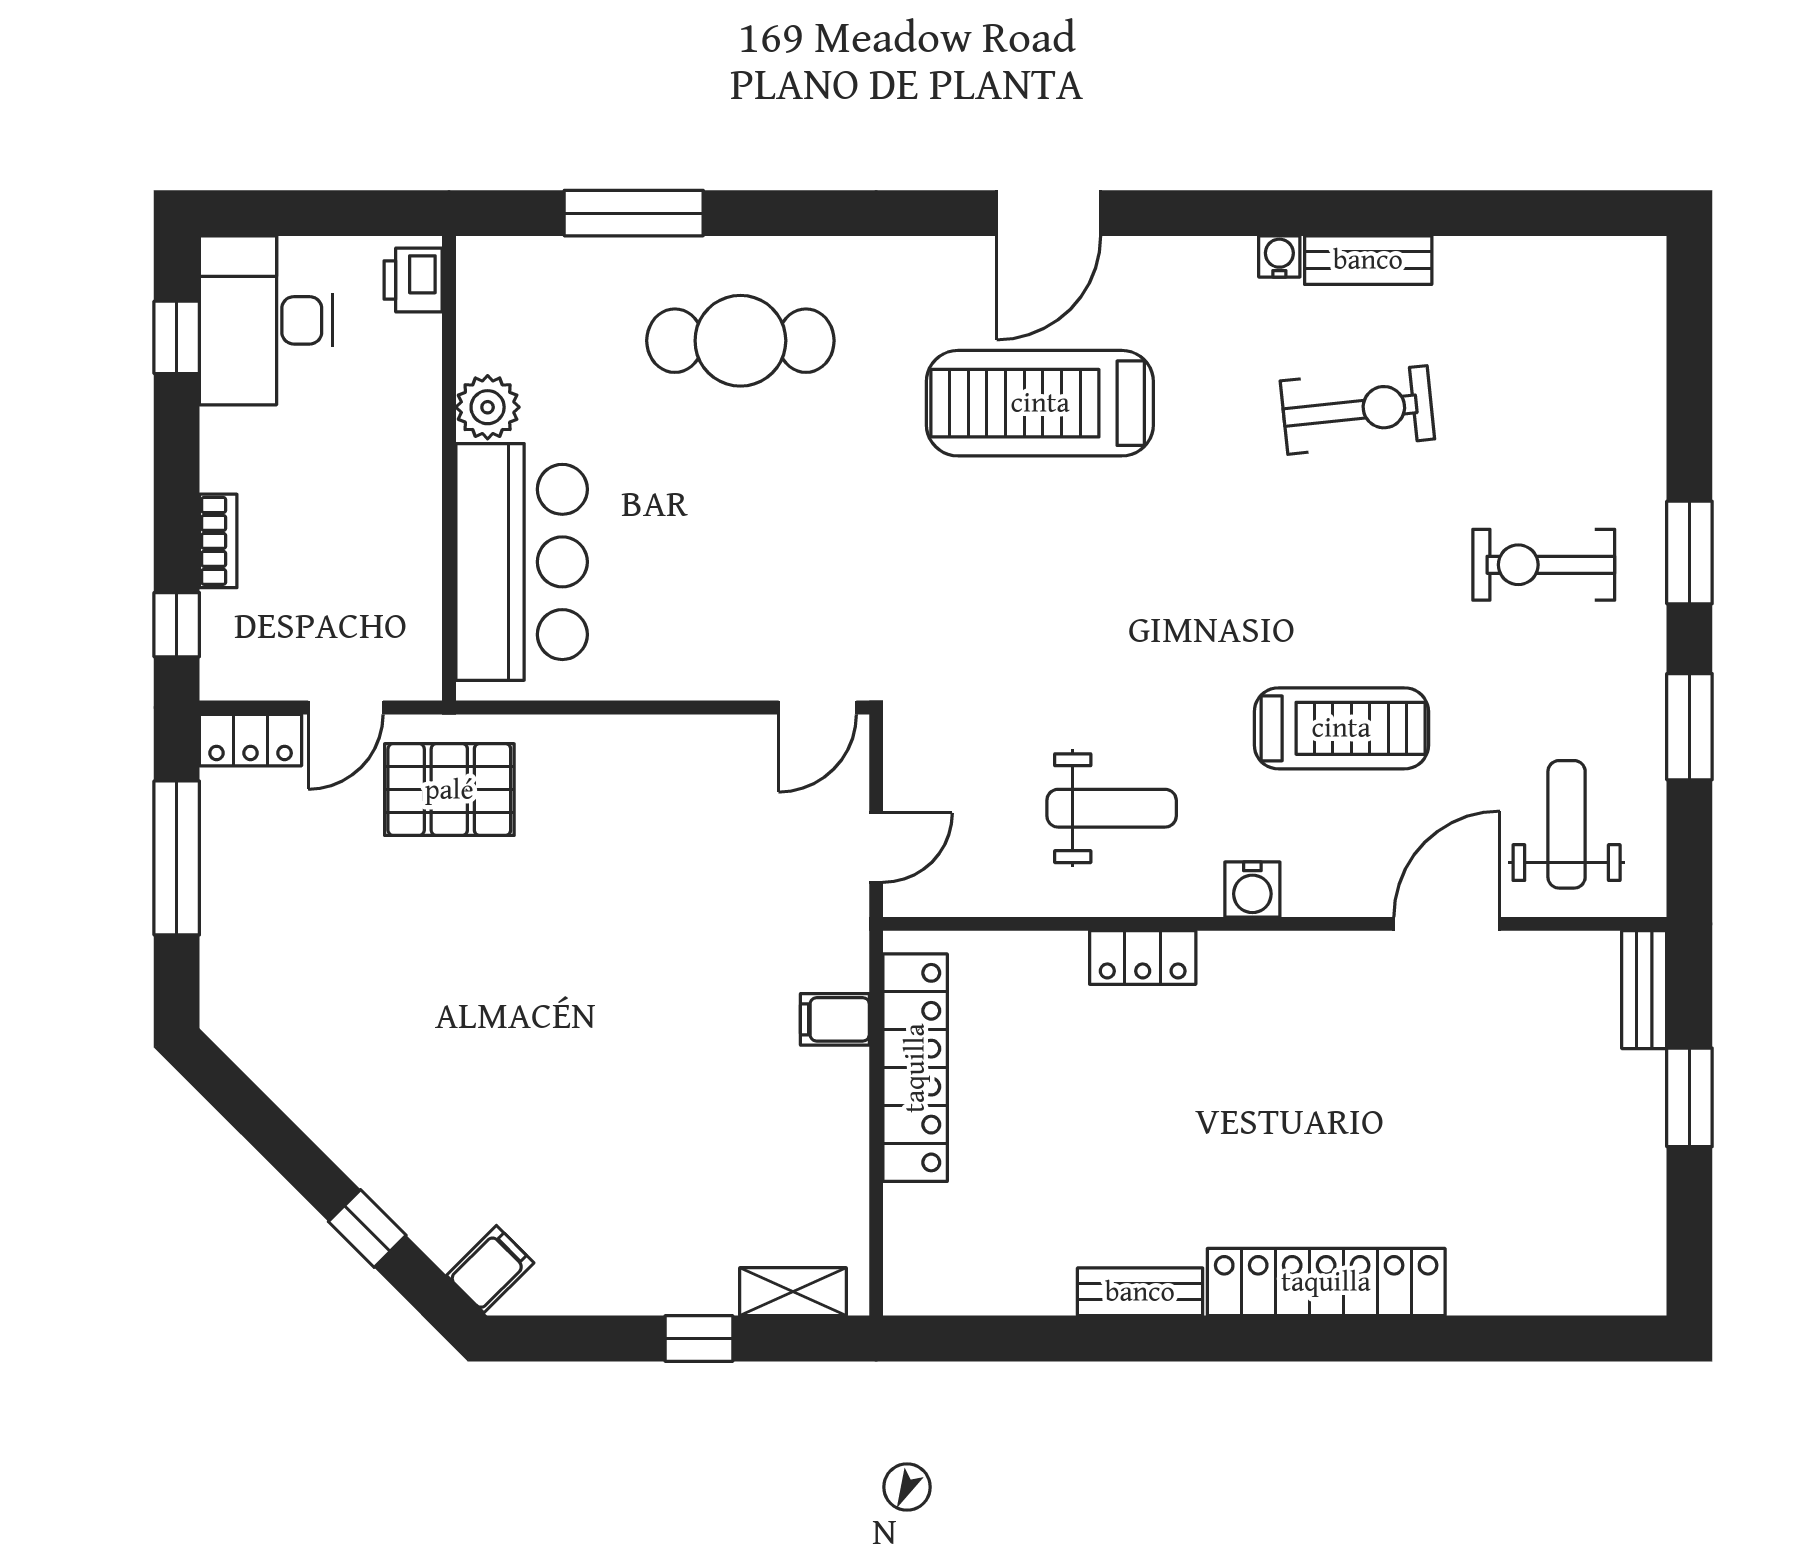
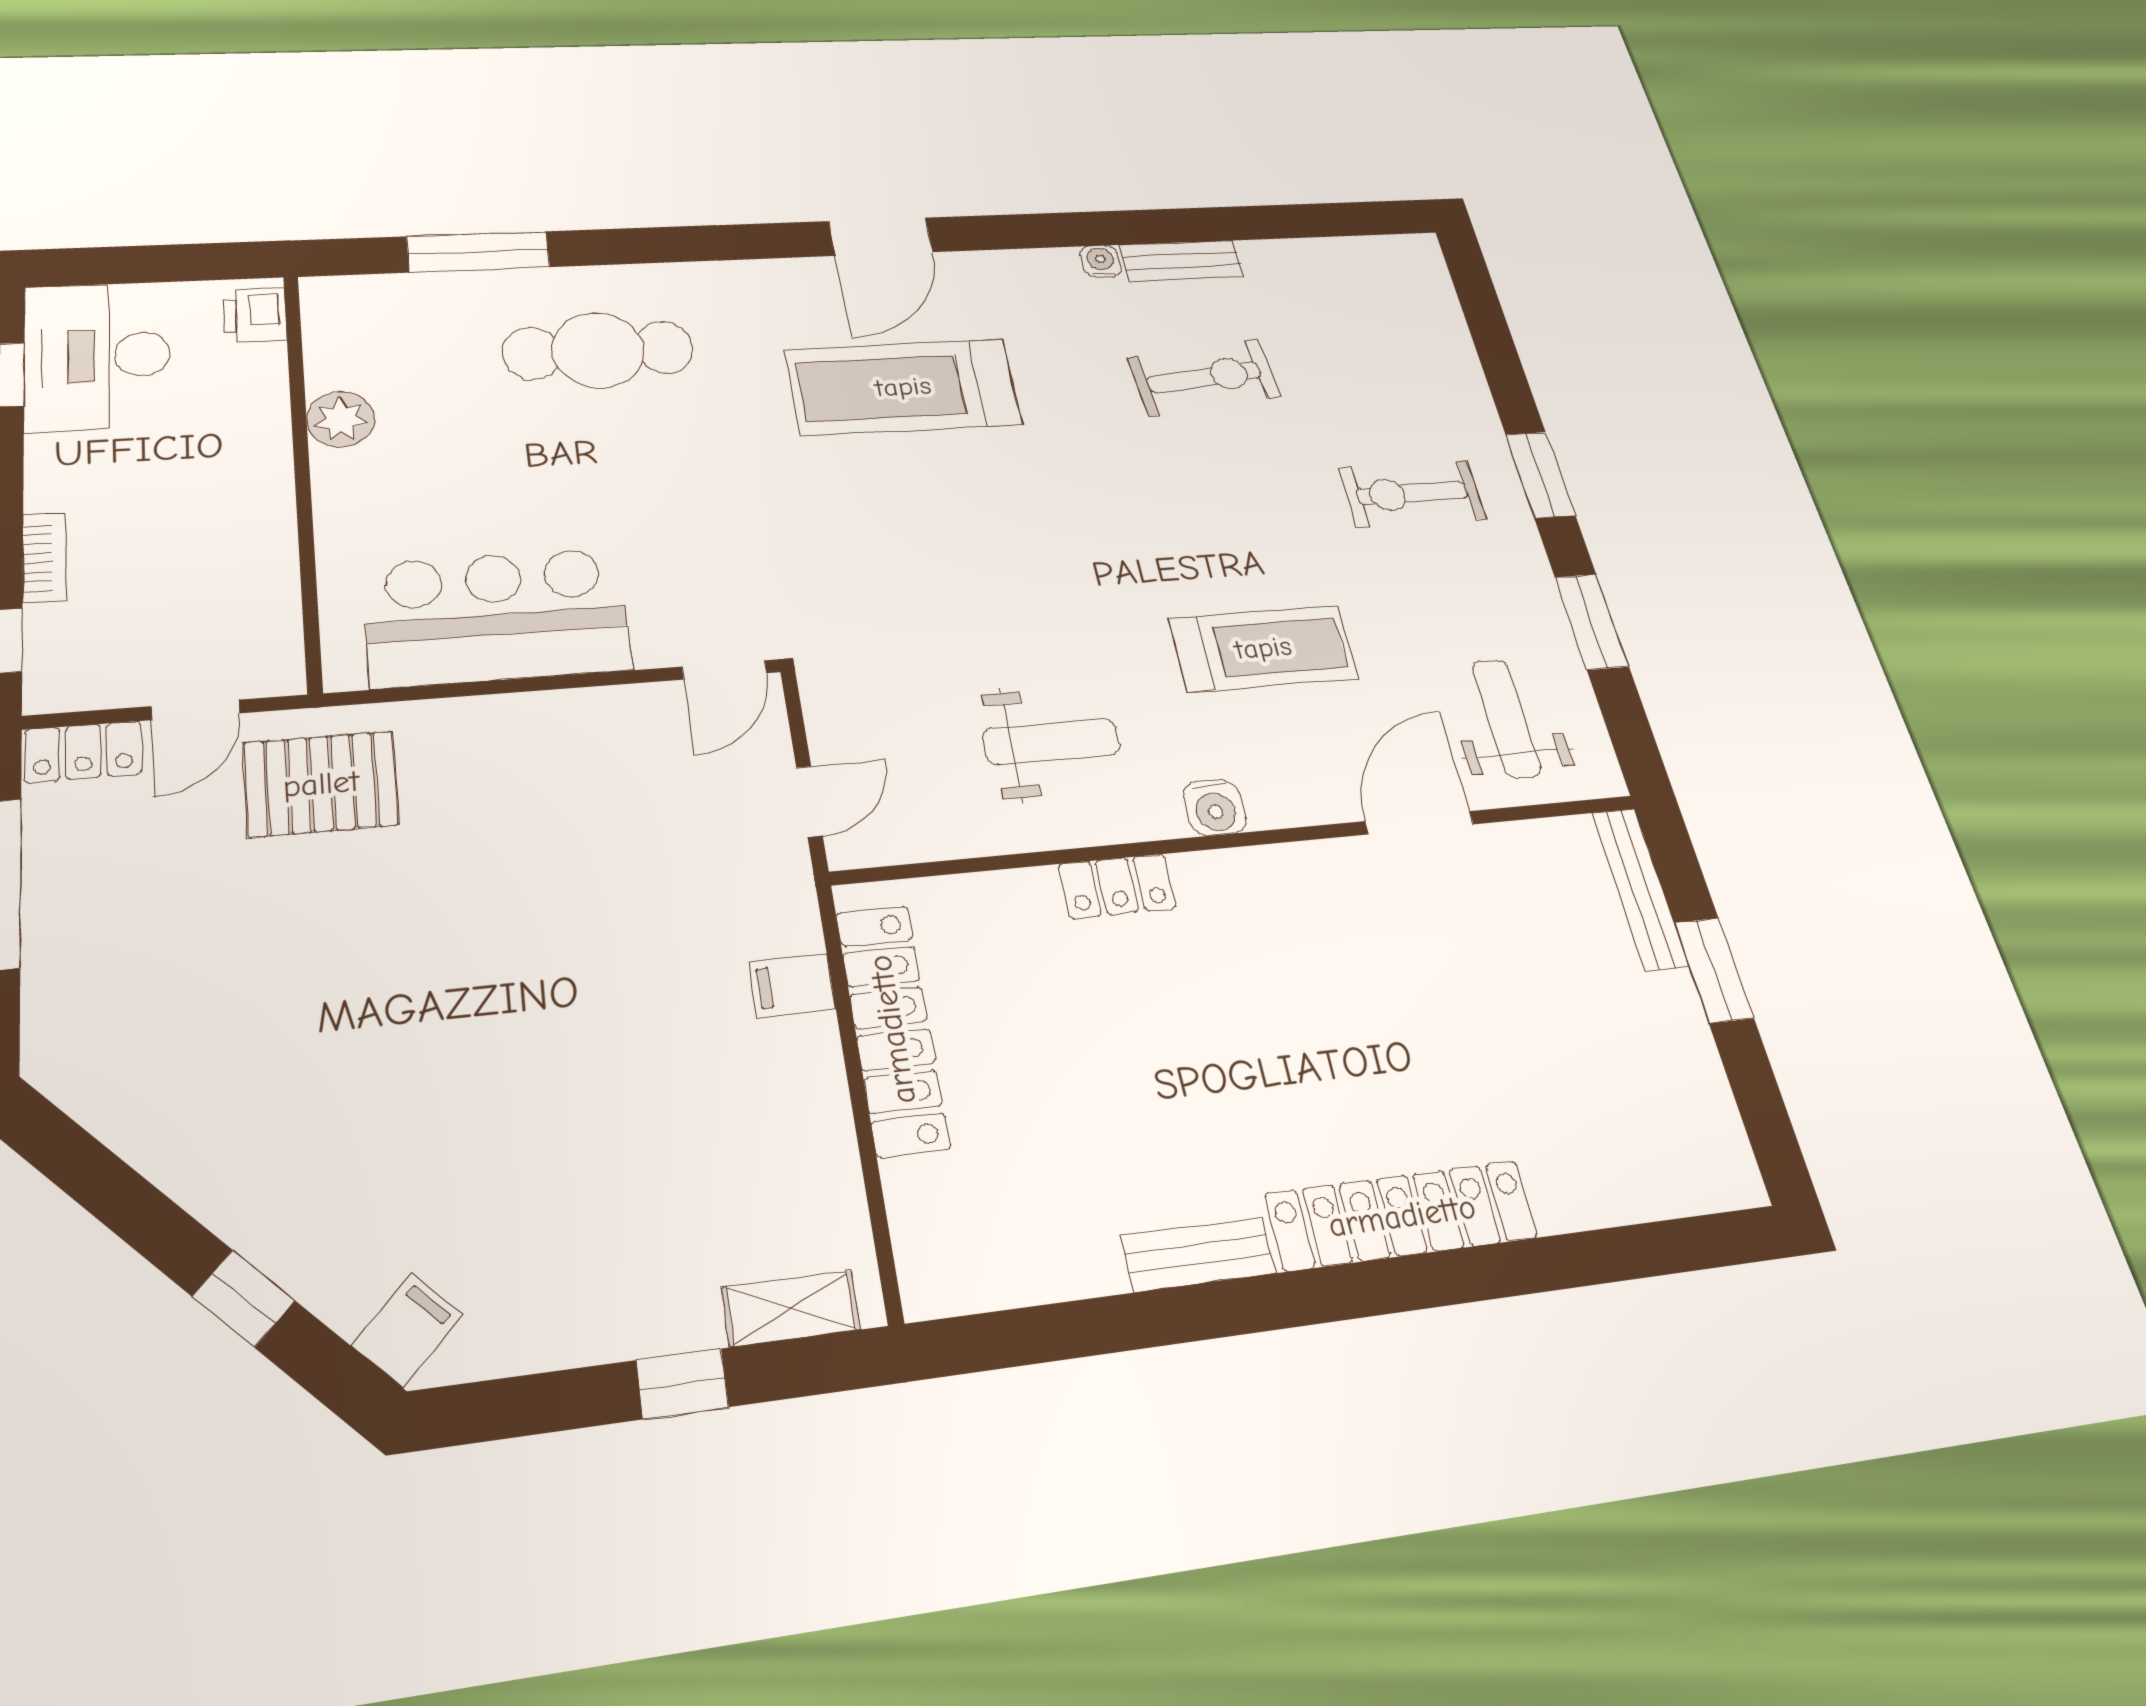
bar counter: (522, 562) -> (497, 617), moved, turned -90
bench: (1644, 990) -> (1640, 889), width x1.36

